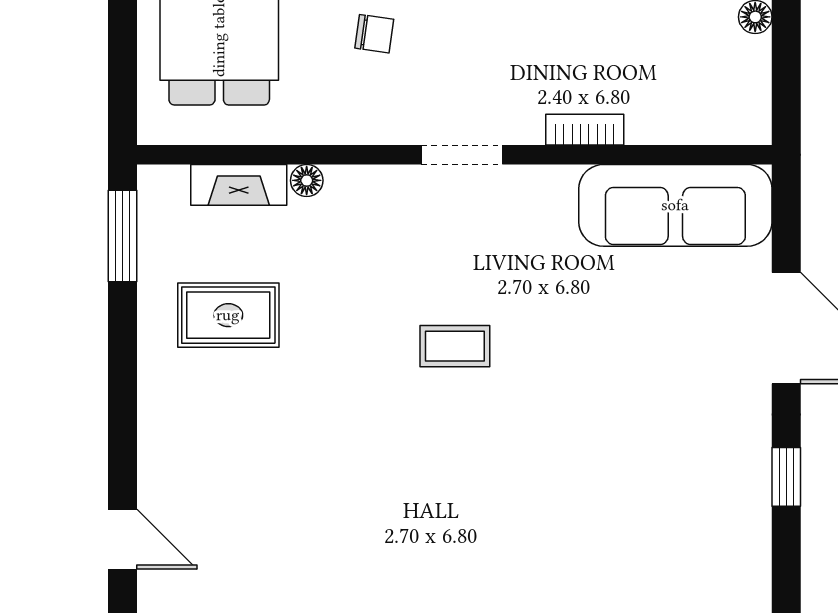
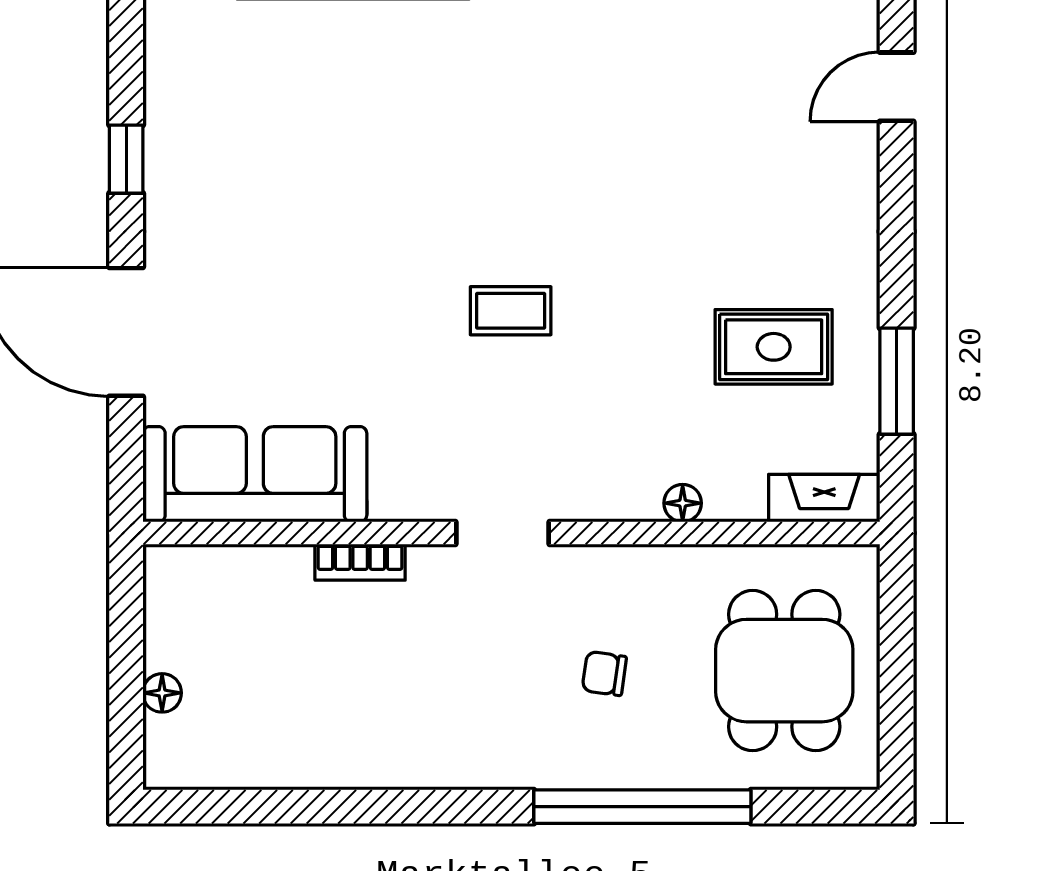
fireplace: (239, 185) -> (824, 498), moved
window: (122, 236) -> (897, 381), moved
door: (122, 539) -> (897, 87), hinge flipped

